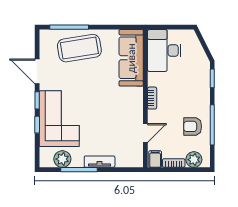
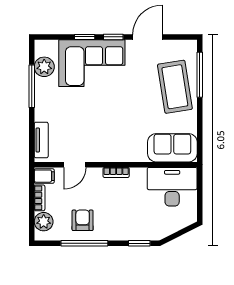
sofa: (131, 58) -> (172, 148), width x0.73
door: (145, 133) -> (75, 165), hinge flipped
tv unit: (100, 162) -> (41, 140), moved

